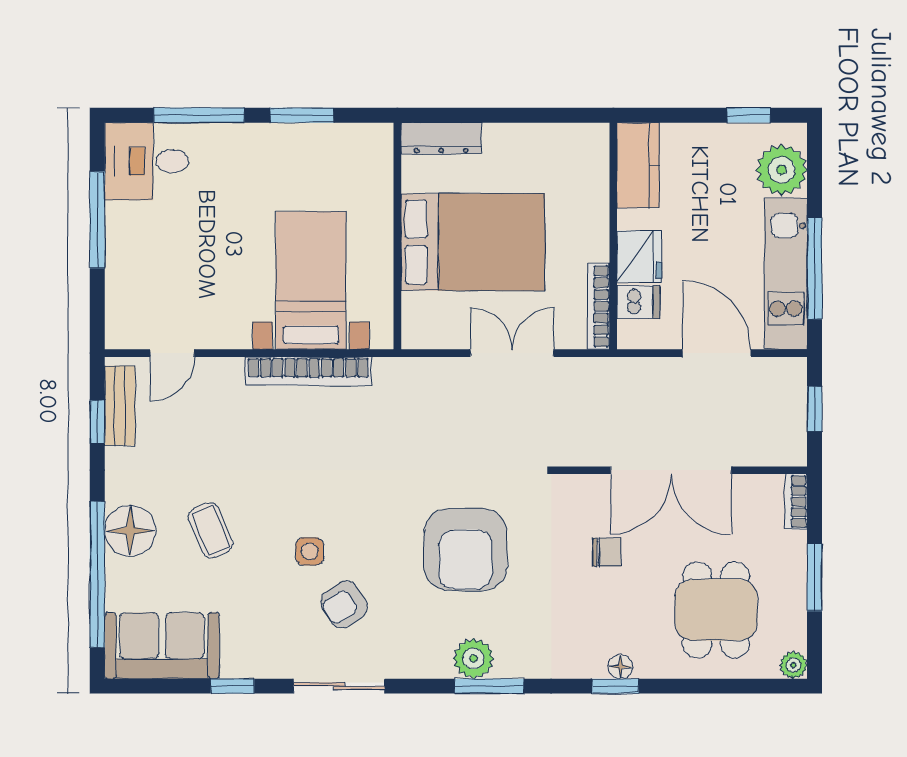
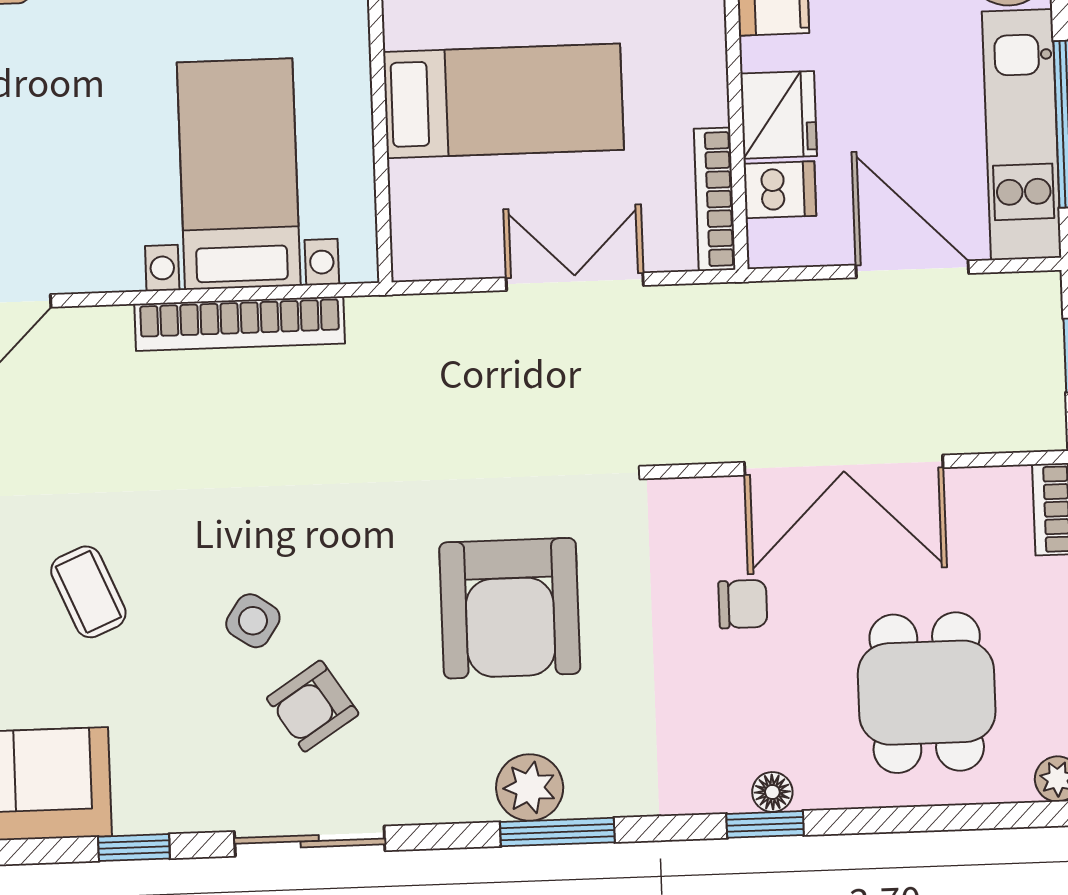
bed: (473, 242) -> (503, 101), width x0.67
side table: (310, 551) -> (253, 621), turned 34

